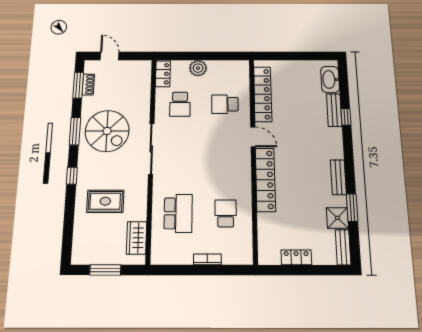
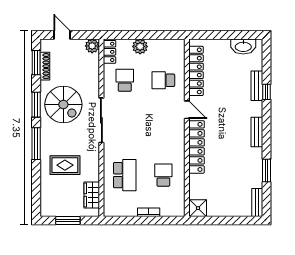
plant: (143, 68) -> (92, 46), added
washbasin: (330, 79) -> (243, 46), moved, turned -90
shoe rack: (88, 84) -> (45, 66), width x1.43
school desk: (180, 104) -> (125, 80), turned 180
window: (72, 176) -> (36, 144), width x2.17
bench: (338, 177) -> (257, 132), moved
shower: (337, 218) -> (198, 208), moved
locker: (296, 257) -> (219, 211), removed

